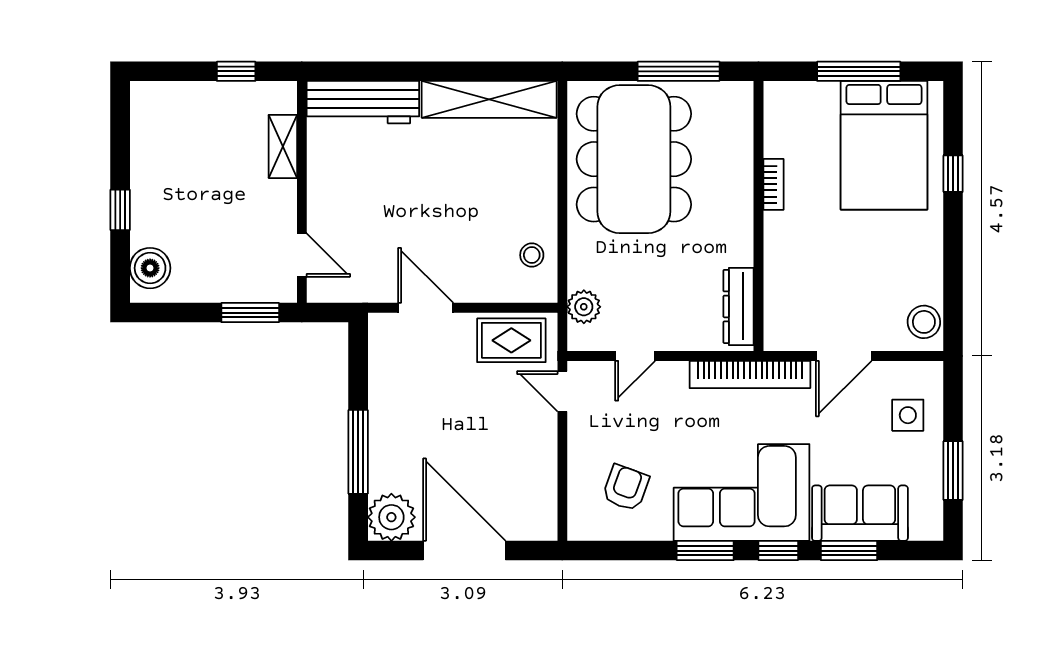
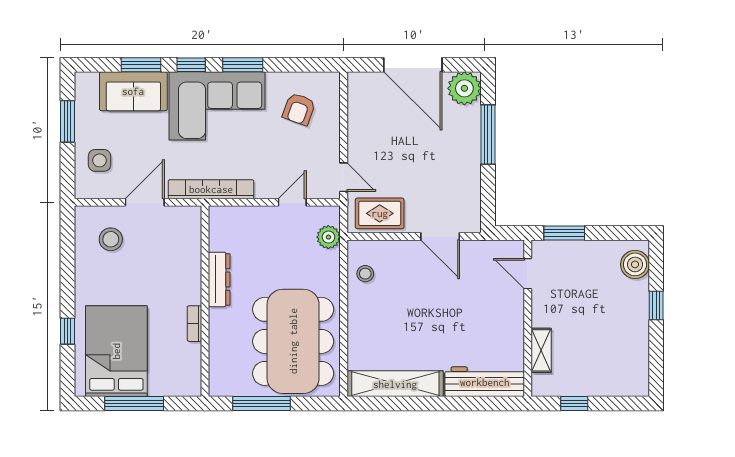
dresser: (739, 306) -> (219, 279), moved
stool: (924, 322) -> (111, 239), moved

